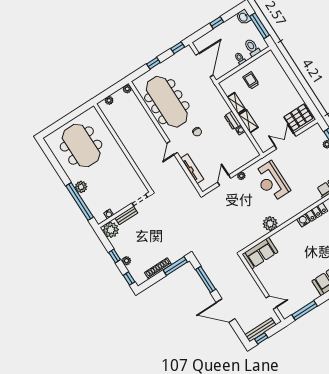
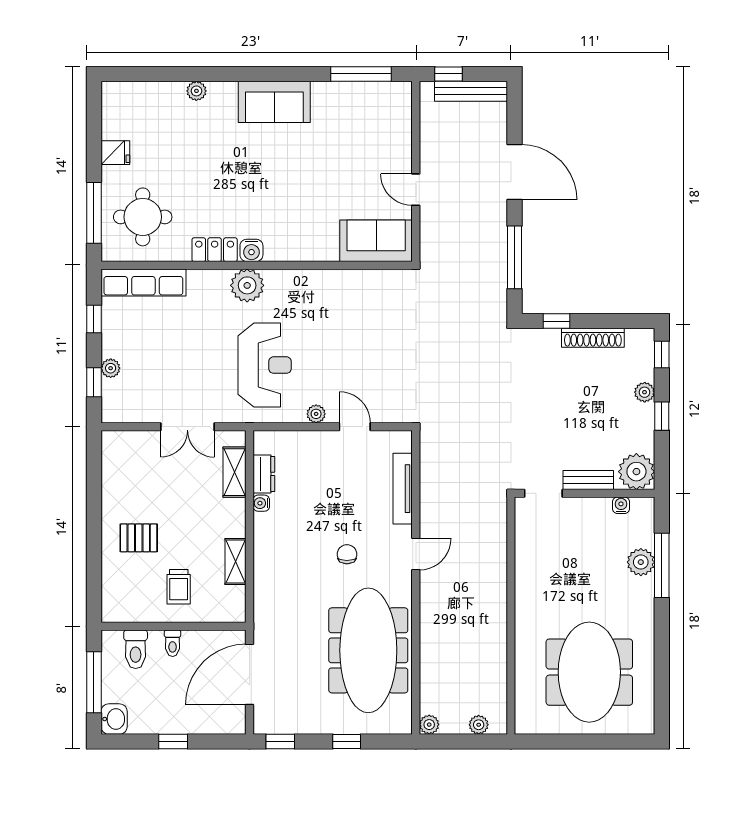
pallet: (298, 117) -> (139, 538), moved, width x0.67, depth x0.71
dresser: (233, 120) -> (264, 474), moved
shelving: (248, 121) -> (235, 472), moved
door: (224, 180) -> (355, 427), swing flipped
plant: (81, 187) -> (641, 562), moved
window: (80, 202) -> (662, 565), width x0.68
plant: (270, 224) -> (247, 285), moved
window: (175, 266) -> (557, 321), width x0.46
door: (271, 303) -> (416, 190), moved
window: (261, 338) -> (448, 74), moved

